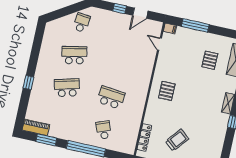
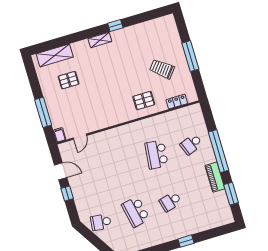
school desk: (67, 88) -> (170, 202), width x0.54
pallet: (167, 91) -> (144, 101), moved
piano: (36, 127) -> (215, 177), moved
locker: (144, 137) -> (177, 102), width x0.66

